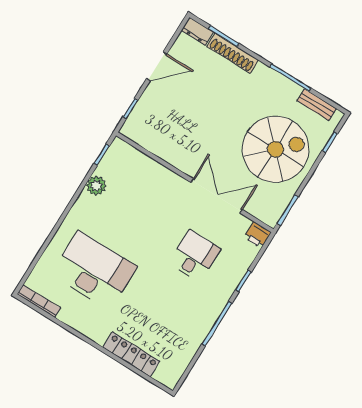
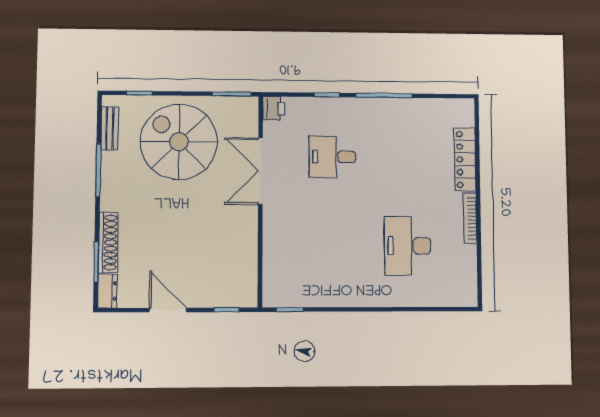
plant: (96, 186) -> (324, 296), removed
desk: (94, 270) -> (408, 246), width x0.73, depth x0.77
bookcase: (39, 301) -> (470, 218), moved

